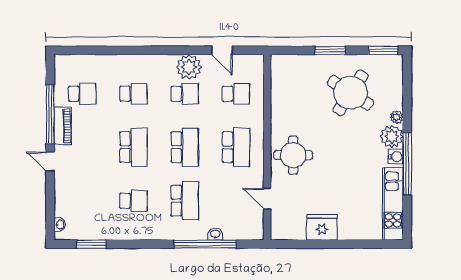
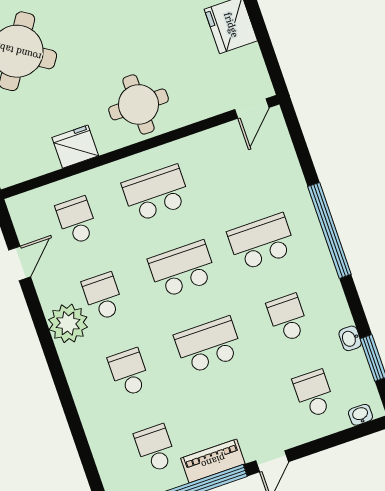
plant: (189, 67) -> (68, 323), moved
fridge: (281, 108) -> (75, 147), added
door: (267, 199) -> (252, 109), moved
school desk: (82, 201) -> (314, 394), added
washbasin: (215, 234) -> (350, 338), moved
window: (205, 244) -> (329, 230), moved

